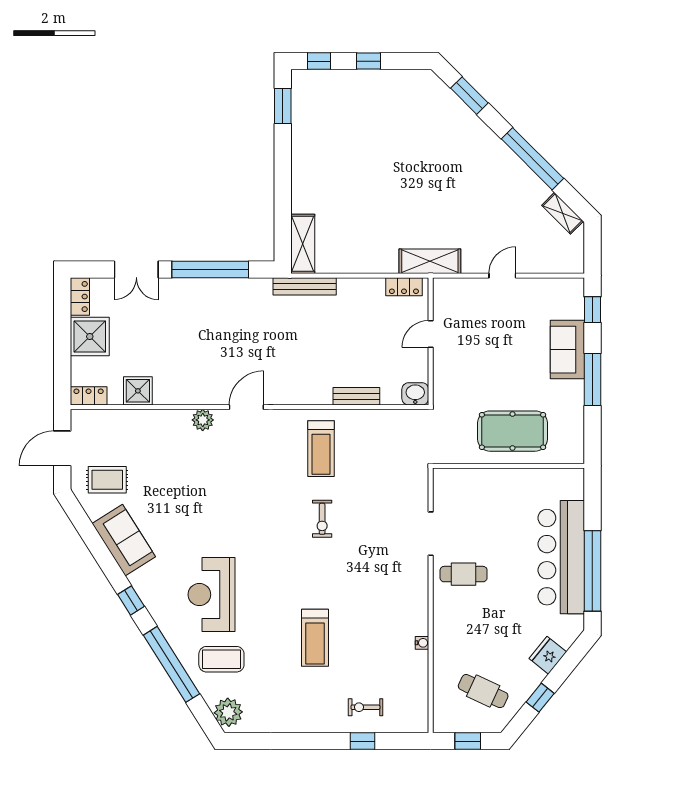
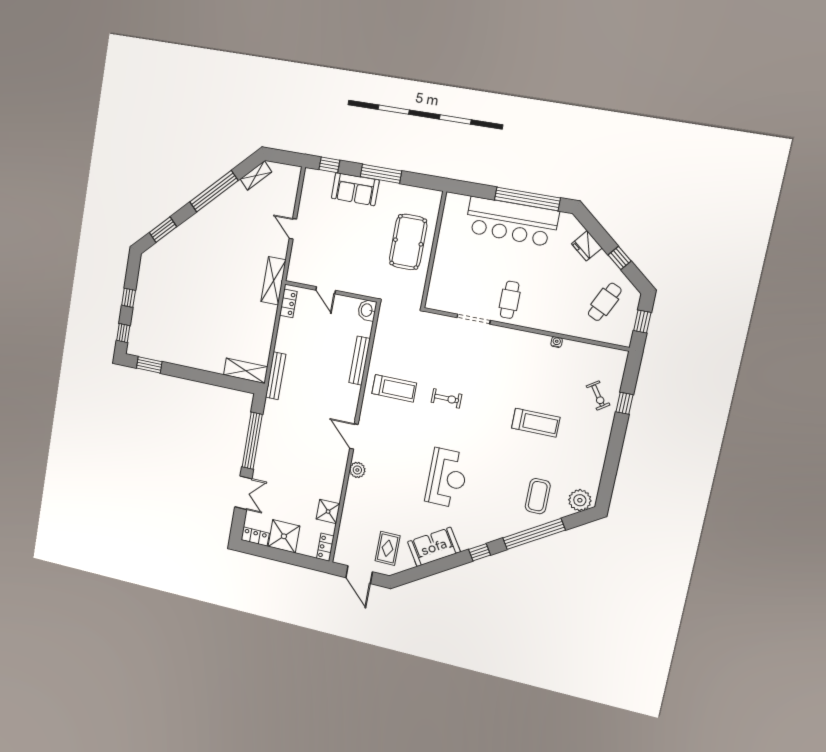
bench: (356, 396) -> (360, 361), width x1.36
reception desk: (212, 595) -> (447, 478), moved, turned -90
exercise bike: (365, 707) -> (598, 396), turned -35

